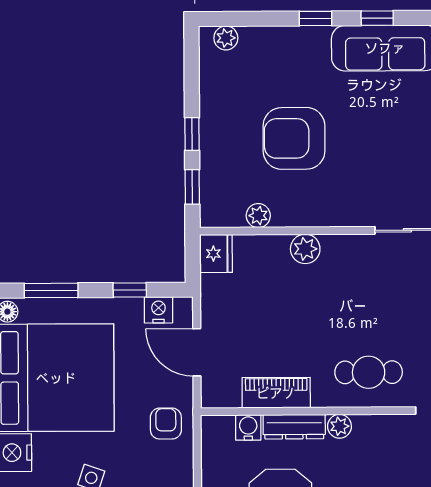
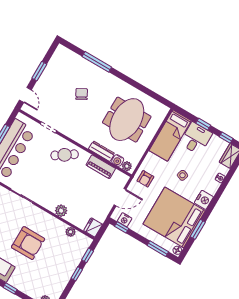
armchair: (294, 138) -> (28, 243), moved
window: (130, 290) -> (122, 227), moved
door: (197, 352) -> (120, 197), hinge flipped
cafe table: (369, 372) -> (65, 155), turned -34
plant: (339, 426) -> (127, 166), moved

